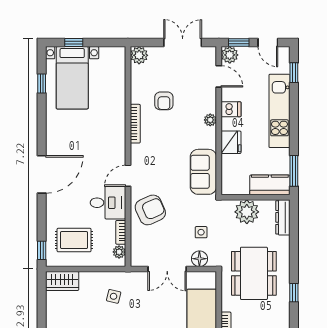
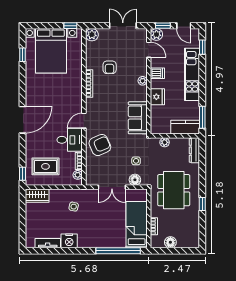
window: (74, 42) -> (70, 26), moved
bed with nightstands: (72, 78) -> (51, 51), width x1.36
plant: (247, 212) -> (165, 142), width x0.53, depth x0.53

